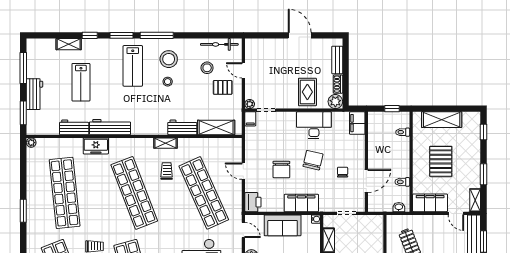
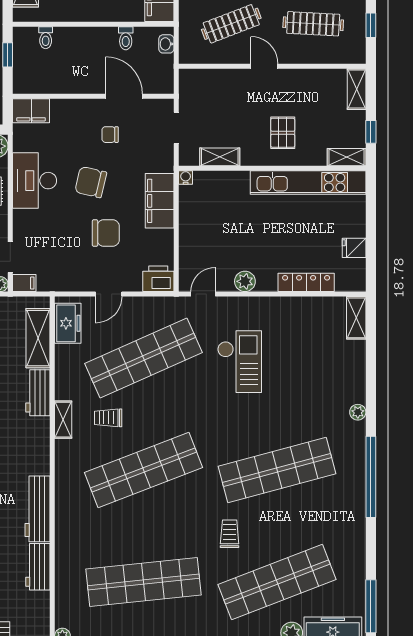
freezer: (96, 146) -> (68, 323), moved
sofa: (283, 225) -> (196, 231), removed

